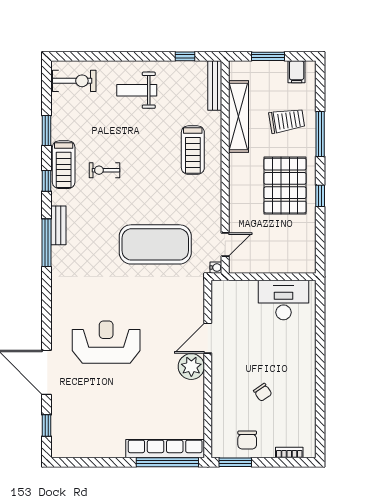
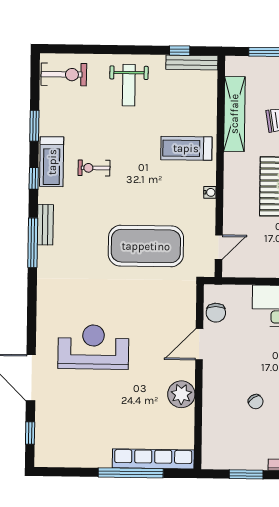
bench: (215, 86) -> (192, 63), moved, turned 90
weight bench: (137, 90) -> (129, 85), turned -90
treadmill: (193, 150) -> (186, 148), turned 90
water cooler: (216, 268) -> (210, 192), moved
plant: (191, 367) -> (181, 394), moved
chair: (247, 440) -> (216, 313), moved
window: (167, 462) -> (131, 473), moved
window: (235, 462) -> (246, 474), moved

